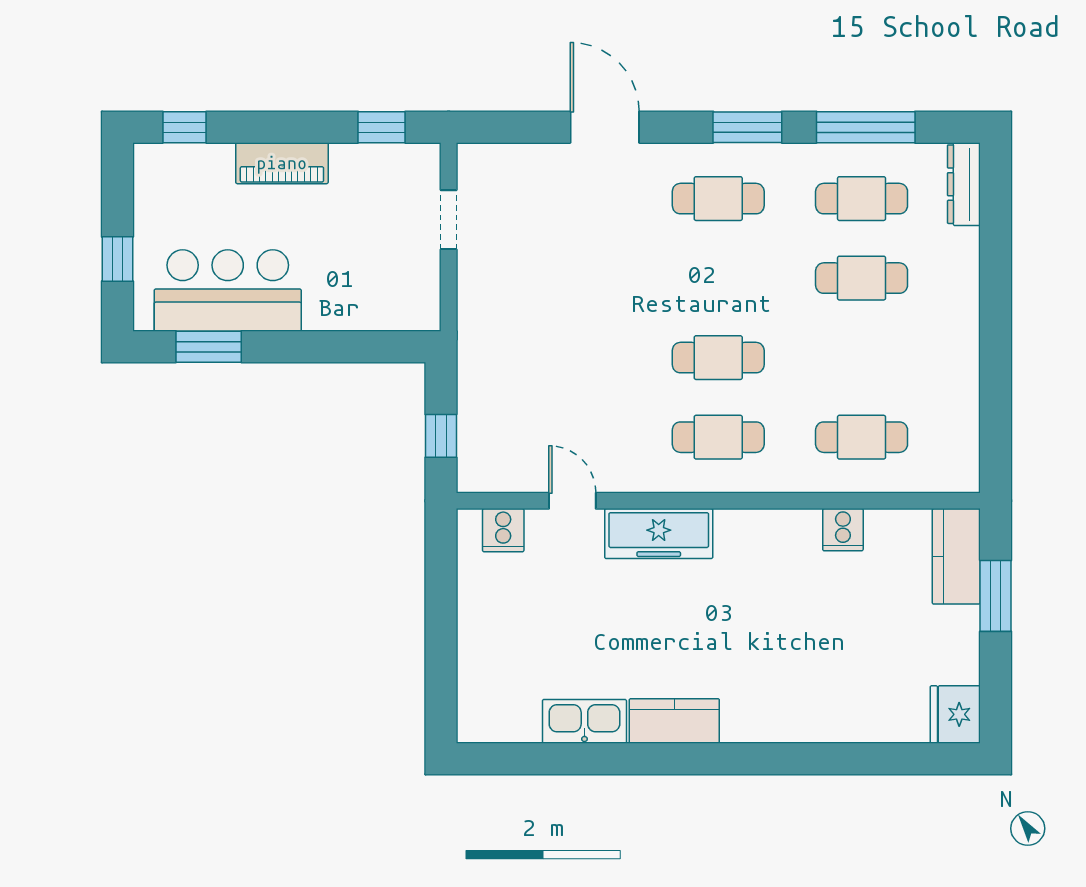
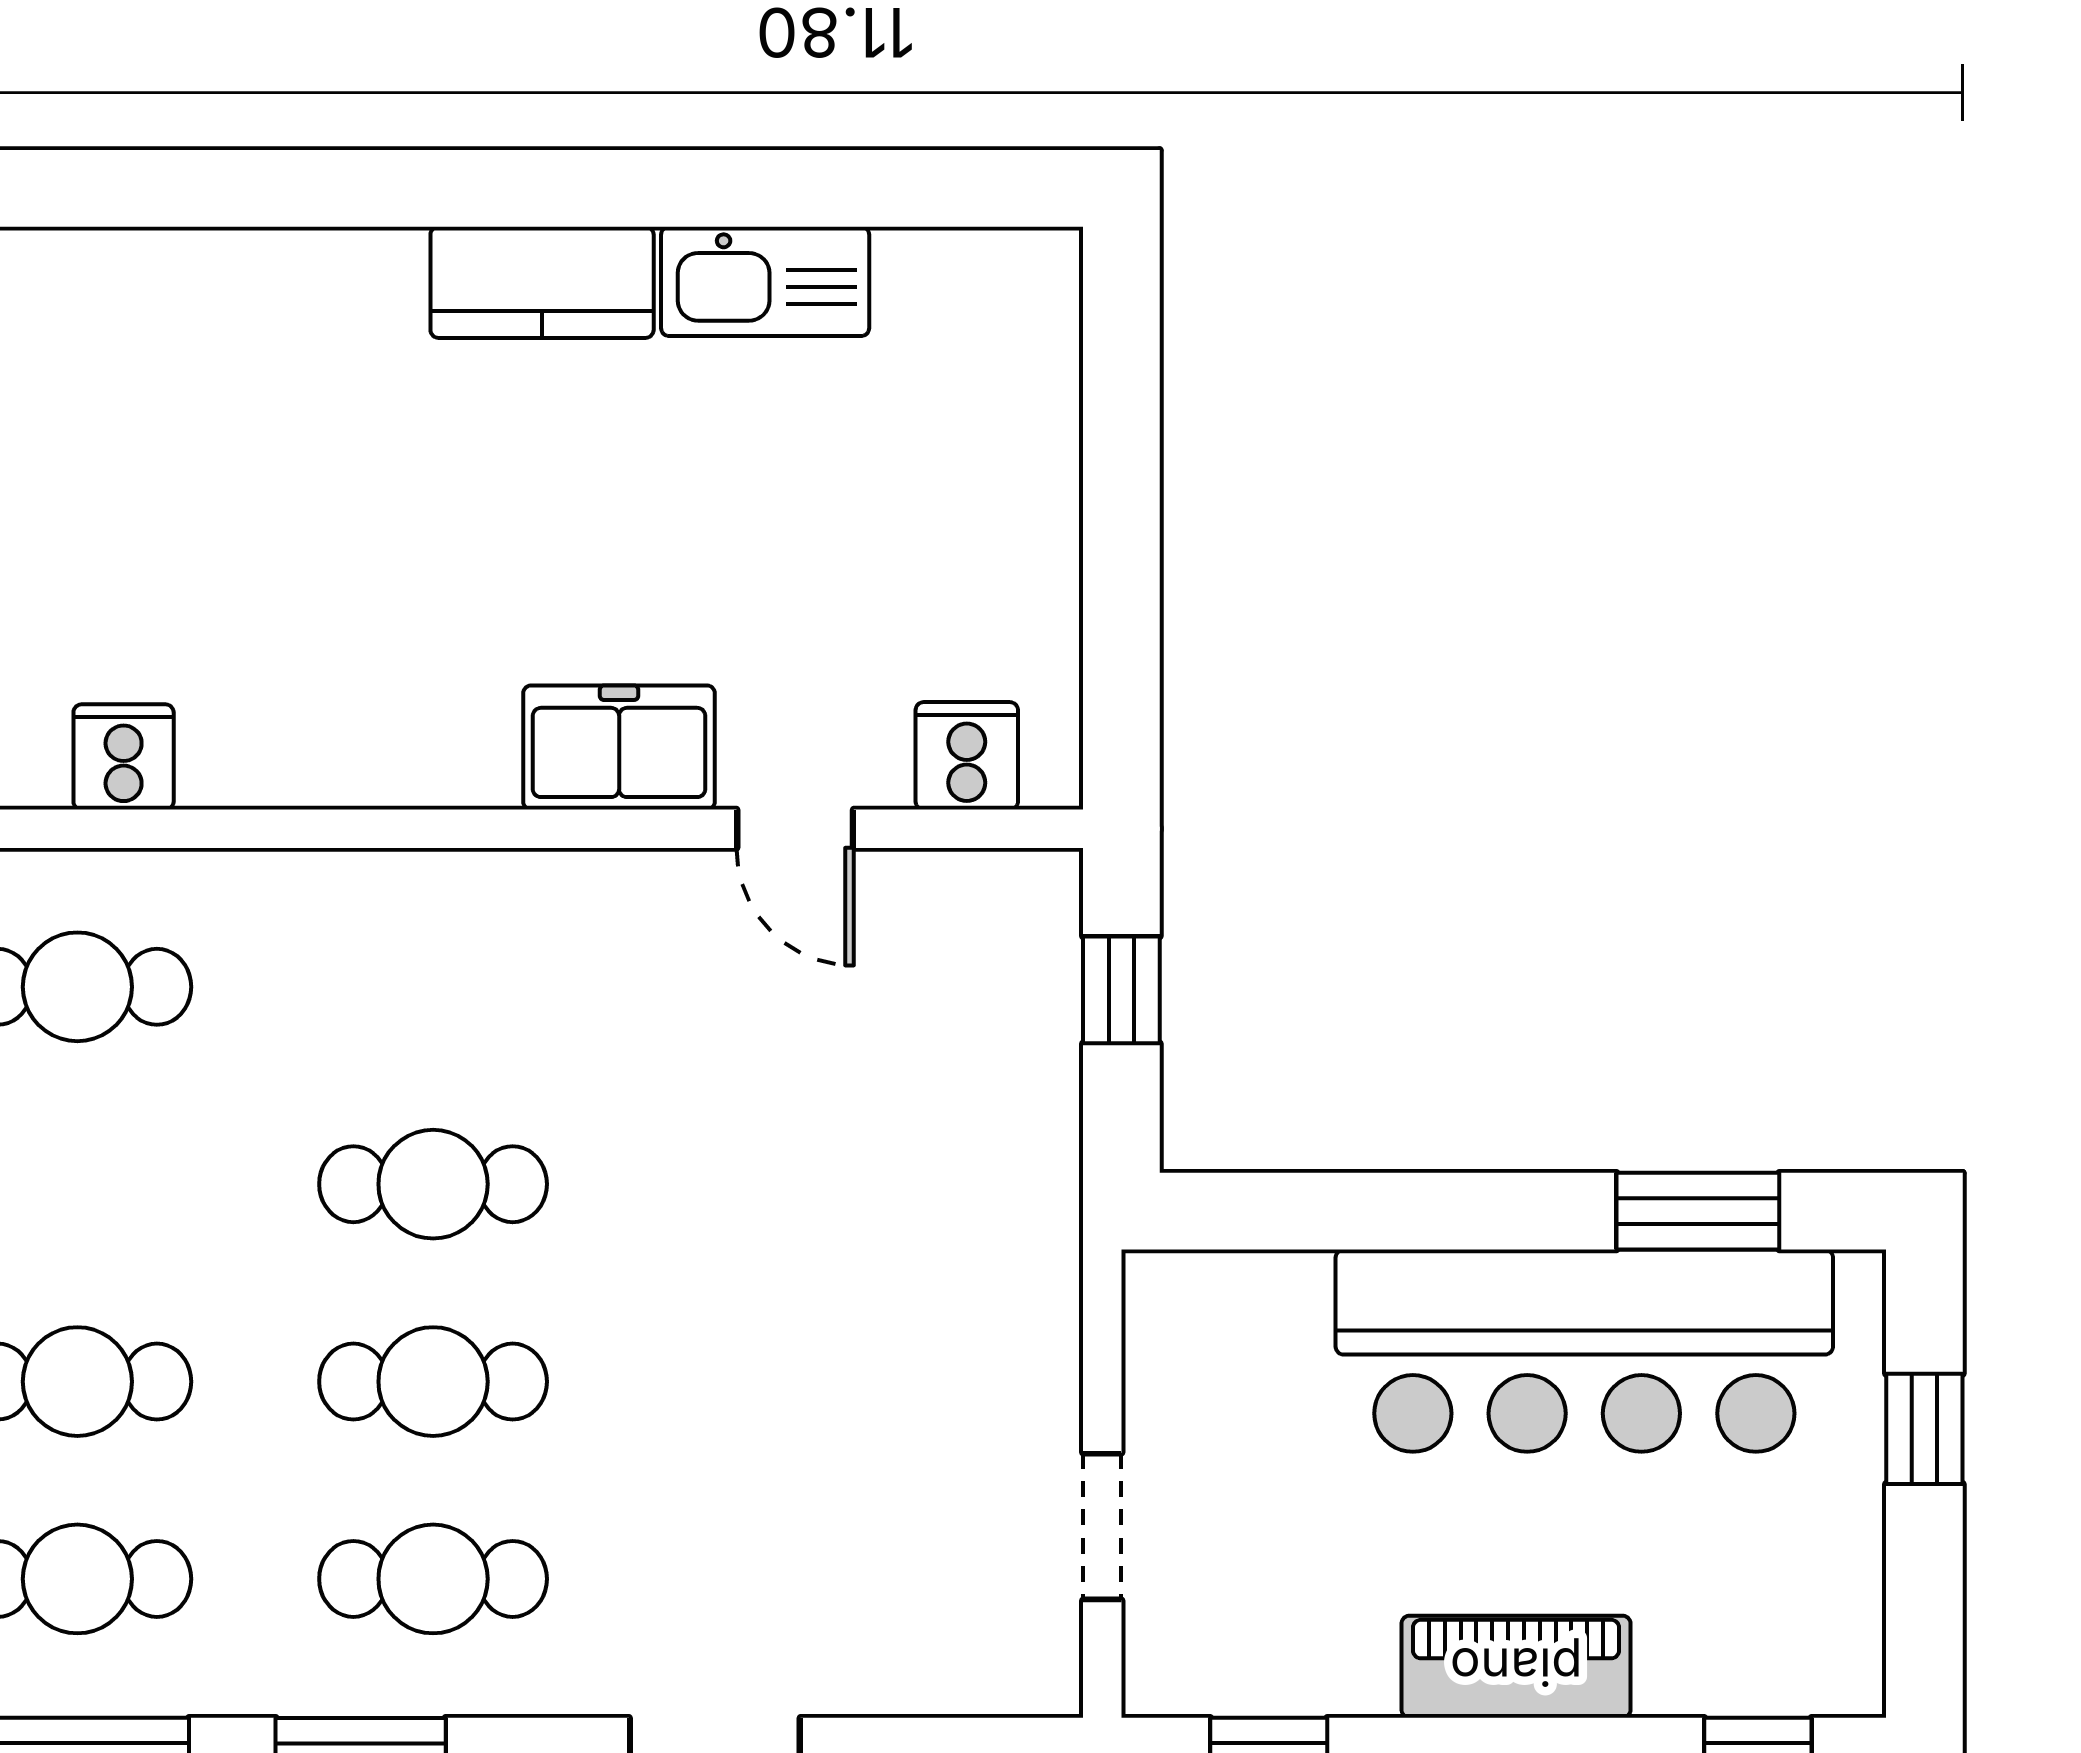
bar counter: (228, 291) -> (1584, 1351), width x1.36
cafe table: (718, 437) -> (433, 1382), moved
freezer: (659, 534) -> (619, 747), width x0.71

